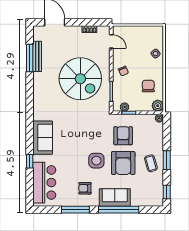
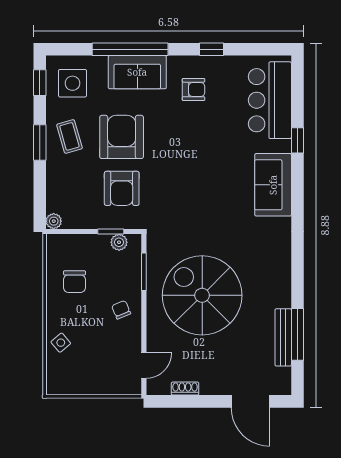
door: (111, 41) -> (144, 365), swing flipped
plant: (158, 106) -> (57, 245), removed
side table: (96, 161) -> (72, 83), moved
window: (75, 210) -> (211, 49), width x0.46

